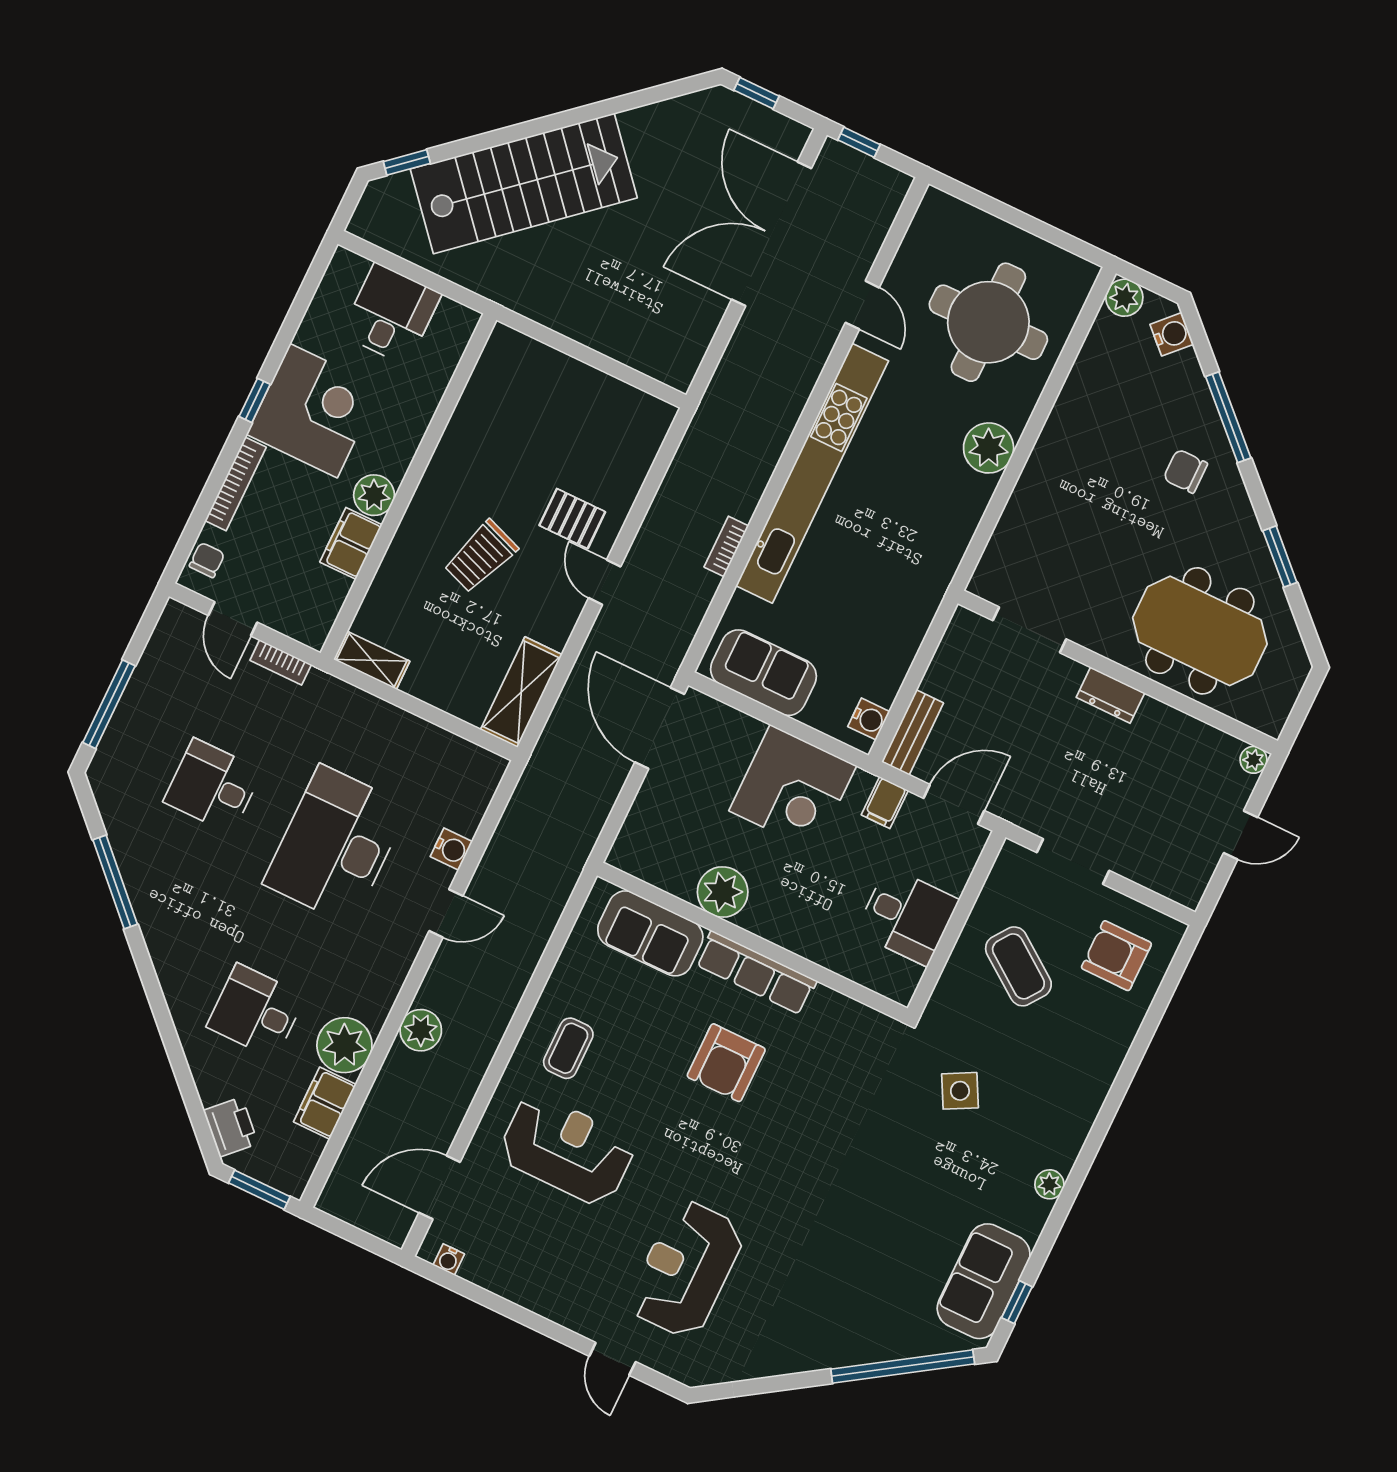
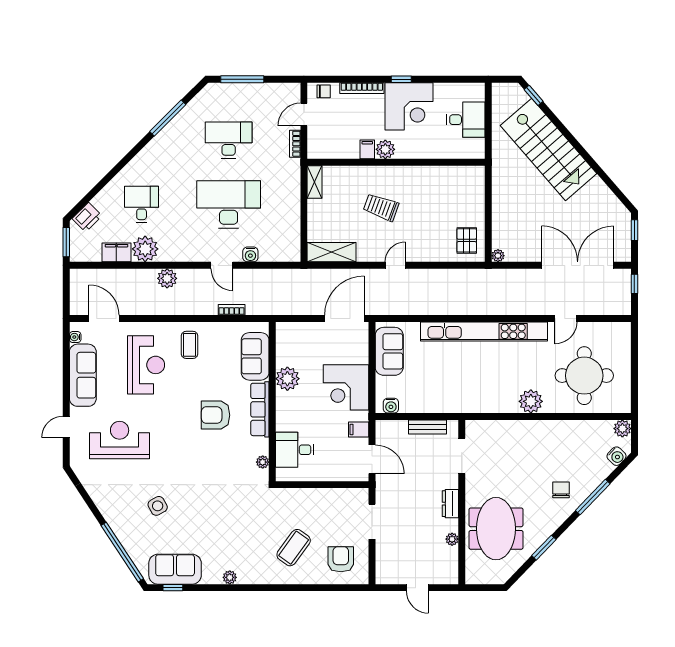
plant: (680, 377) -> (498, 256), added
pallet: (572, 519) -> (467, 240), moved
filing cabinet: (351, 543) -> (367, 149), width x0.50
bookcase: (726, 546) -> (232, 310), moved
bench: (913, 732) -> (427, 427), moved
plant: (1253, 760) -> (452, 539), moved
desk: (213, 786) -> (229, 140), width x1.37
desk: (907, 916) -> (295, 450), moved, turned 90
coffee table: (1018, 966) -> (294, 548), moved
plant: (859, 1016) -> (263, 462), added
coffee table: (568, 1048) -> (190, 345), turned 90
side table: (960, 1091) -> (158, 506), moved
sofa: (529, 1280) -> (83, 375), added

